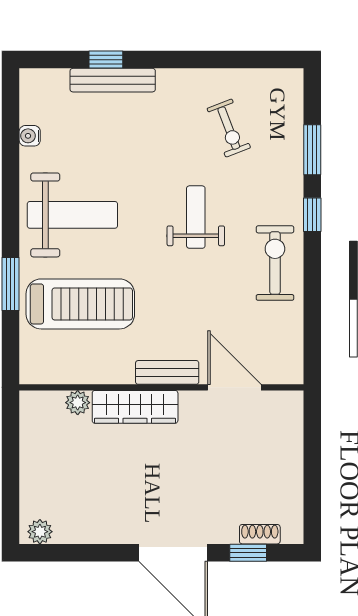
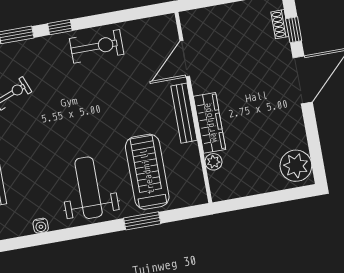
weight bench: (196, 217) -> (75, 105), removed
exercise bike: (275, 263) -> (97, 46), turned 180
bench: (167, 372) -> (184, 113), width x1.36
plant: (40, 532) -> (296, 166), width x1.88, depth x1.88

